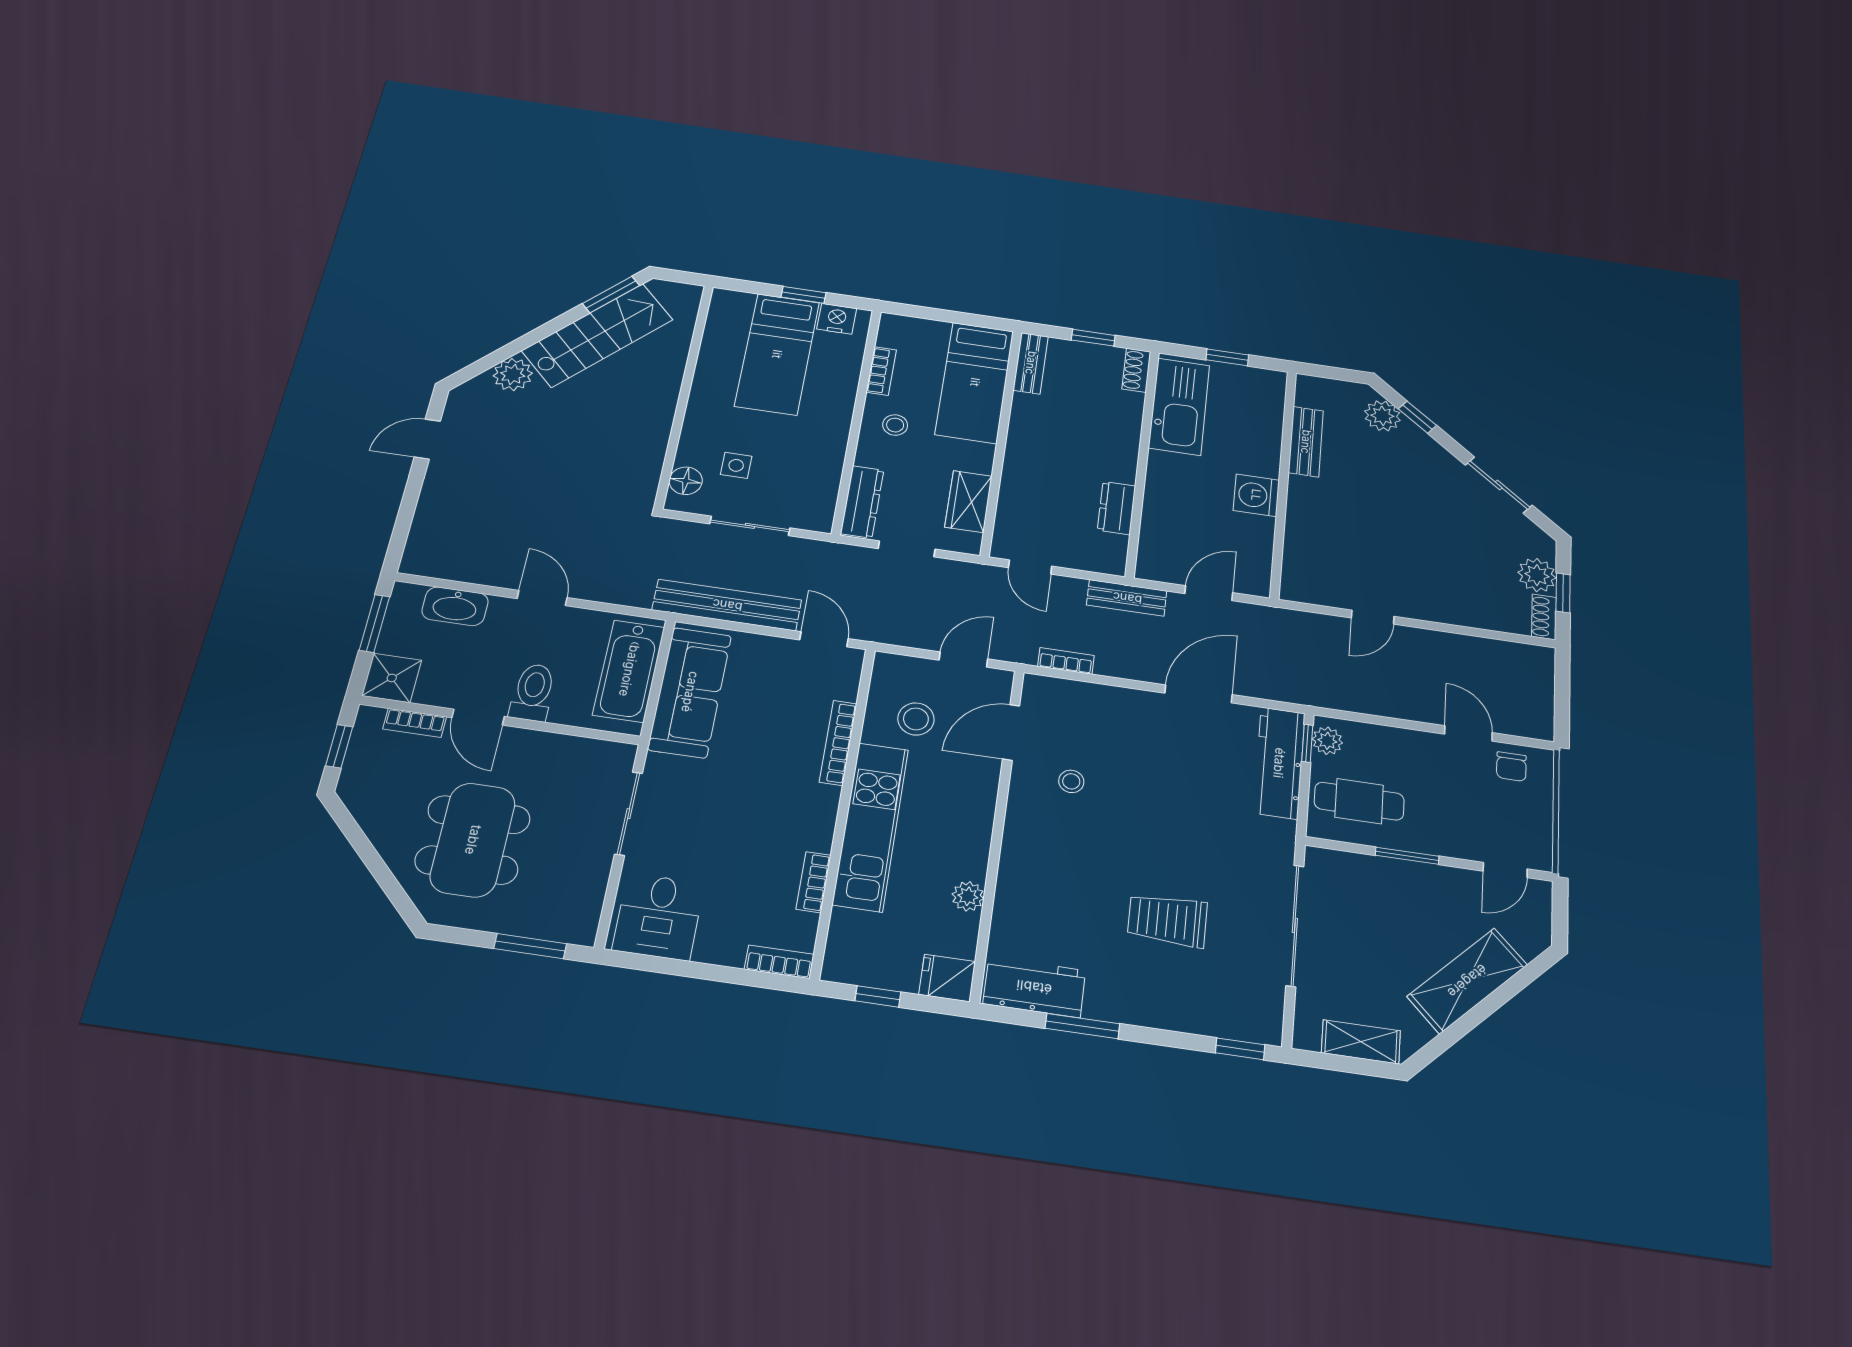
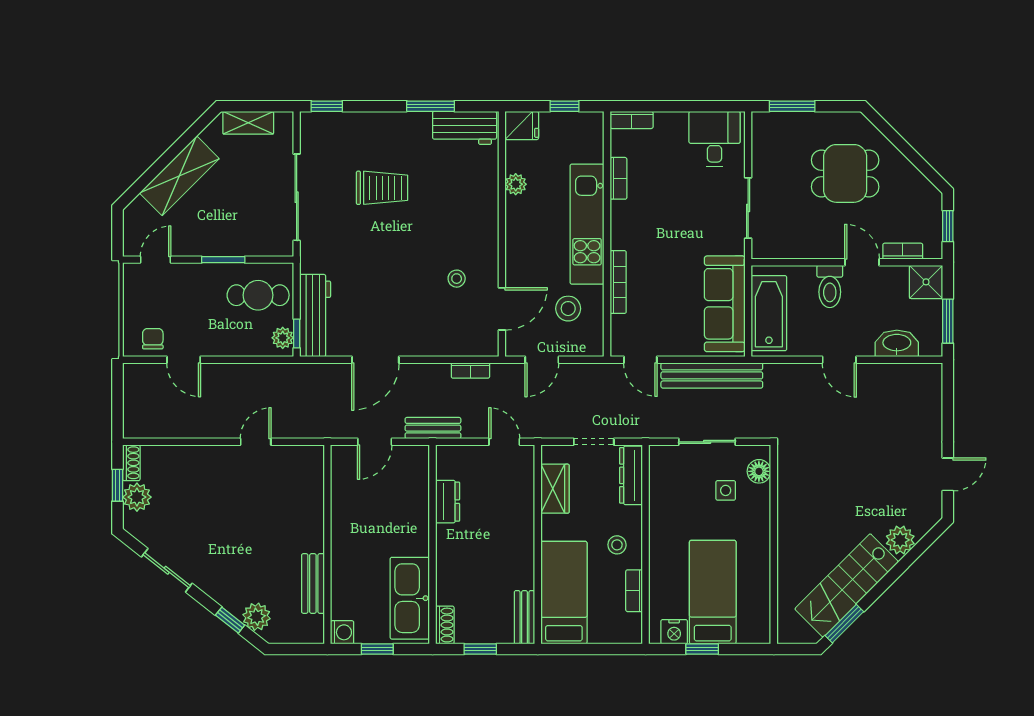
washing machine: (1256, 495) -> (342, 632), moved, width x0.73, depth x0.73
dining table: (473, 840) -> (845, 173), width x0.73

